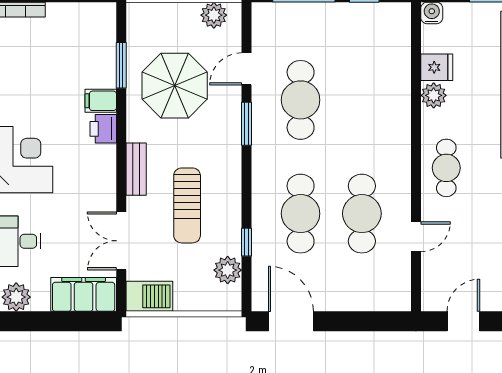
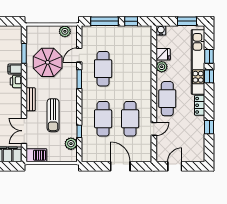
cafe table: (446, 168) -> (167, 99), width x1.37, depth x1.35
door: (291, 321) -> (120, 166), moved

